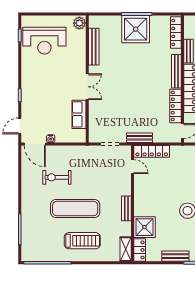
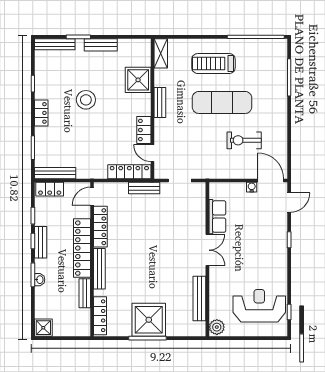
double door: (87, 87) -> (207, 250), swing flipped
exercise bike: (57, 177) -> (244, 140), turned 180
locker: (140, 250) -> (144, 130), moved

